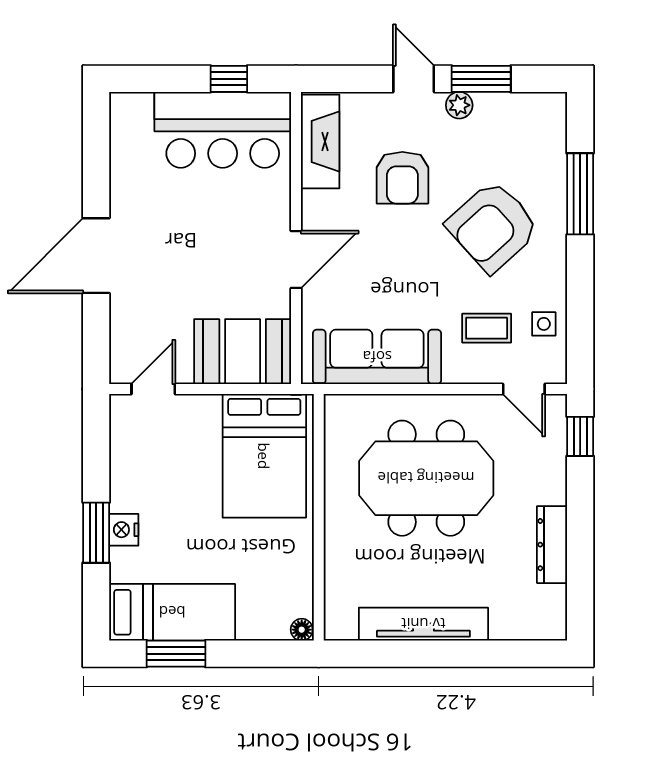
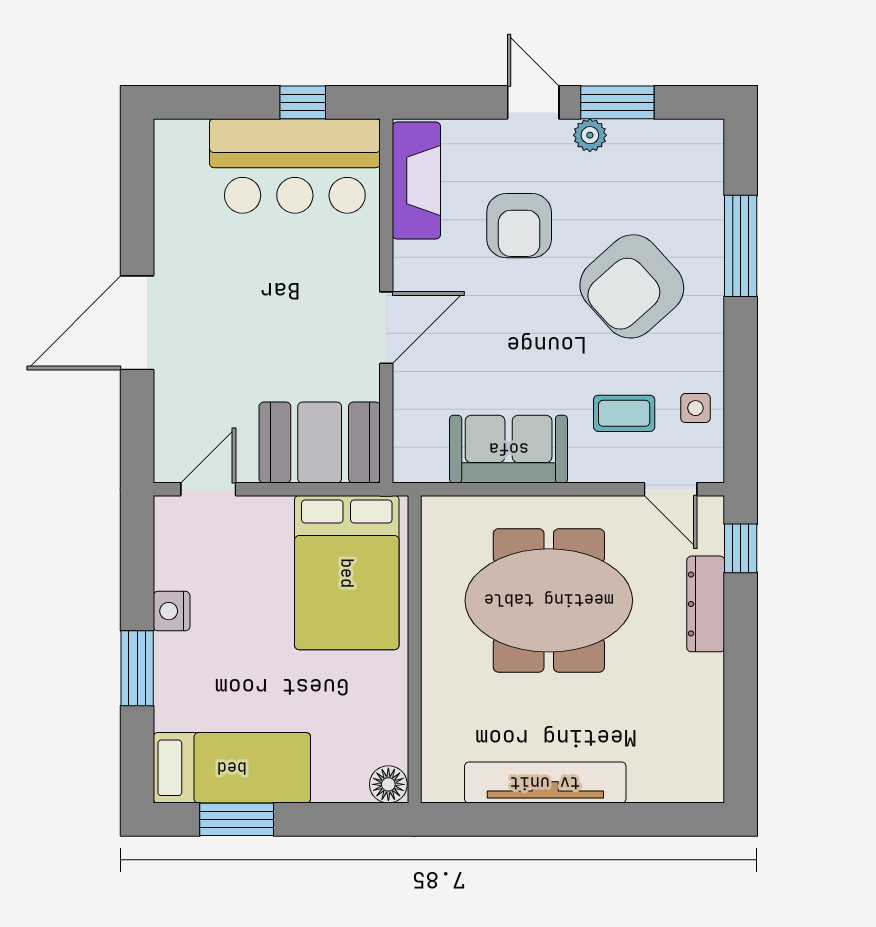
sofa: (377, 357) -> (509, 449), width x0.73
nightstand: (124, 530) -> (172, 611), moved
dresser: (552, 545) -> (706, 604), moved
floor lamp: (302, 630) -> (388, 784), width x1.37, depth x1.37

